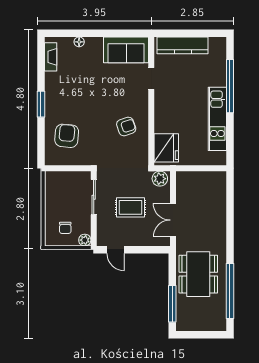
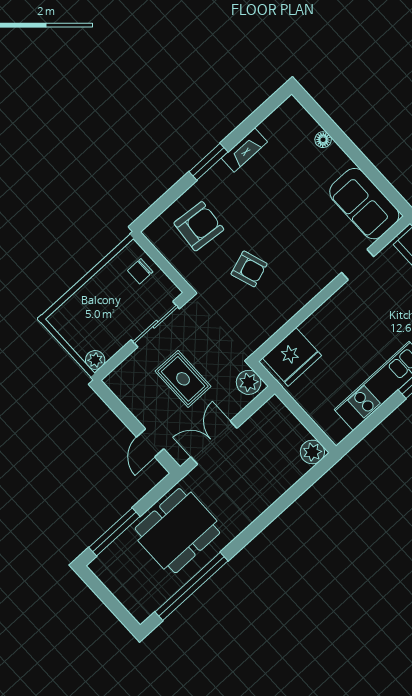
fireplace: (51, 57) -> (244, 150), moved
armchair: (126, 127) -> (249, 269), moved
plant: (219, 179) -> (312, 452), added
chair: (65, 228) -> (140, 271), moved
door: (115, 250) -> (150, 443), moved

